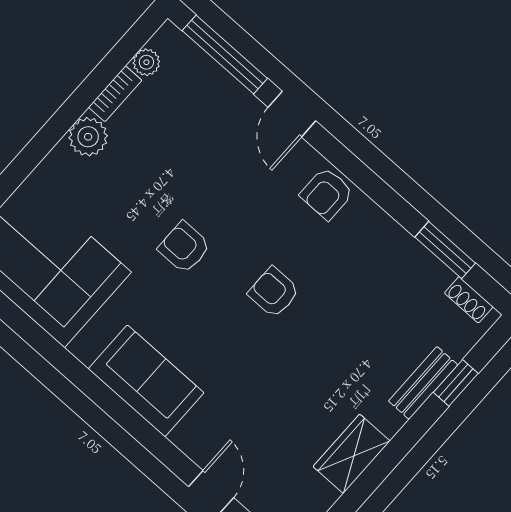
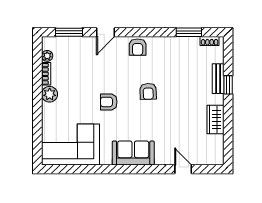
window: (225, 54) -> (69, 32), width x0.69
door: (292, 114) -> (105, 32), hinge flipped
armchair: (274, 292) -> (148, 91), turned -92
window: (456, 383) -> (228, 85), moved

